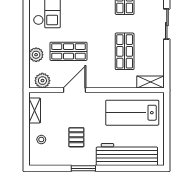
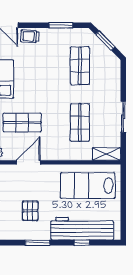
sliding door: (167, 24) -> (123, 117), moved
window: (127, 168) -> (82, 243), added

